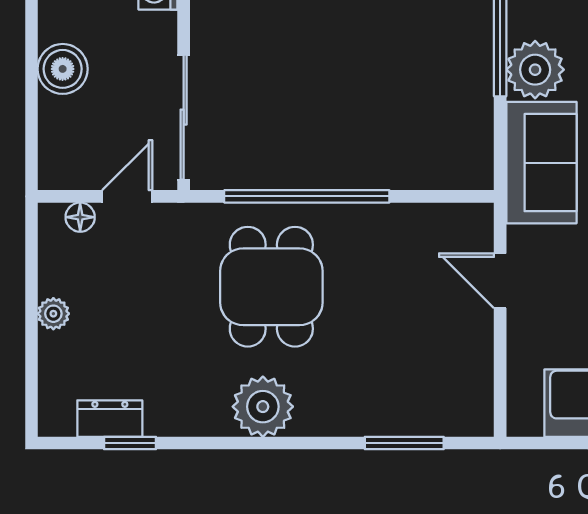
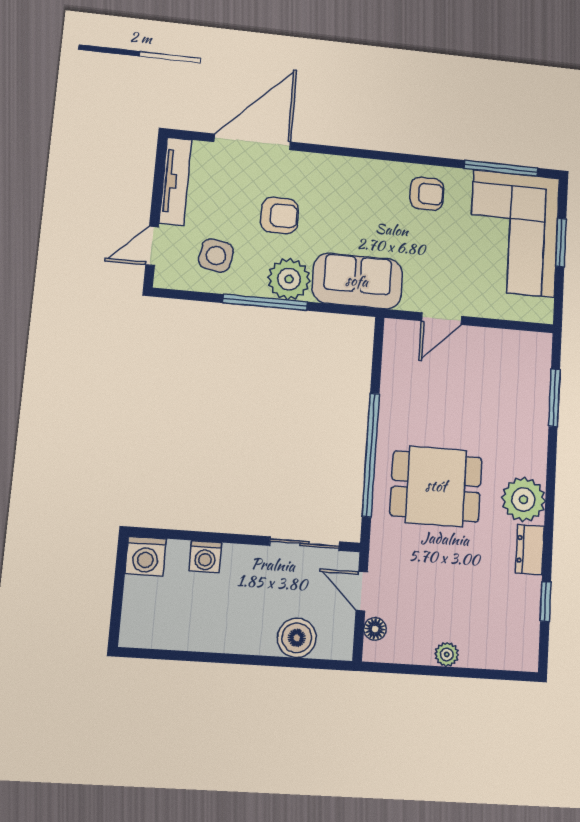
boiler: (63, 69) -> (297, 638), moved
sliding door: (184, 117) -> (304, 544), width x0.73
dresser: (110, 419) -> (530, 550), moved

